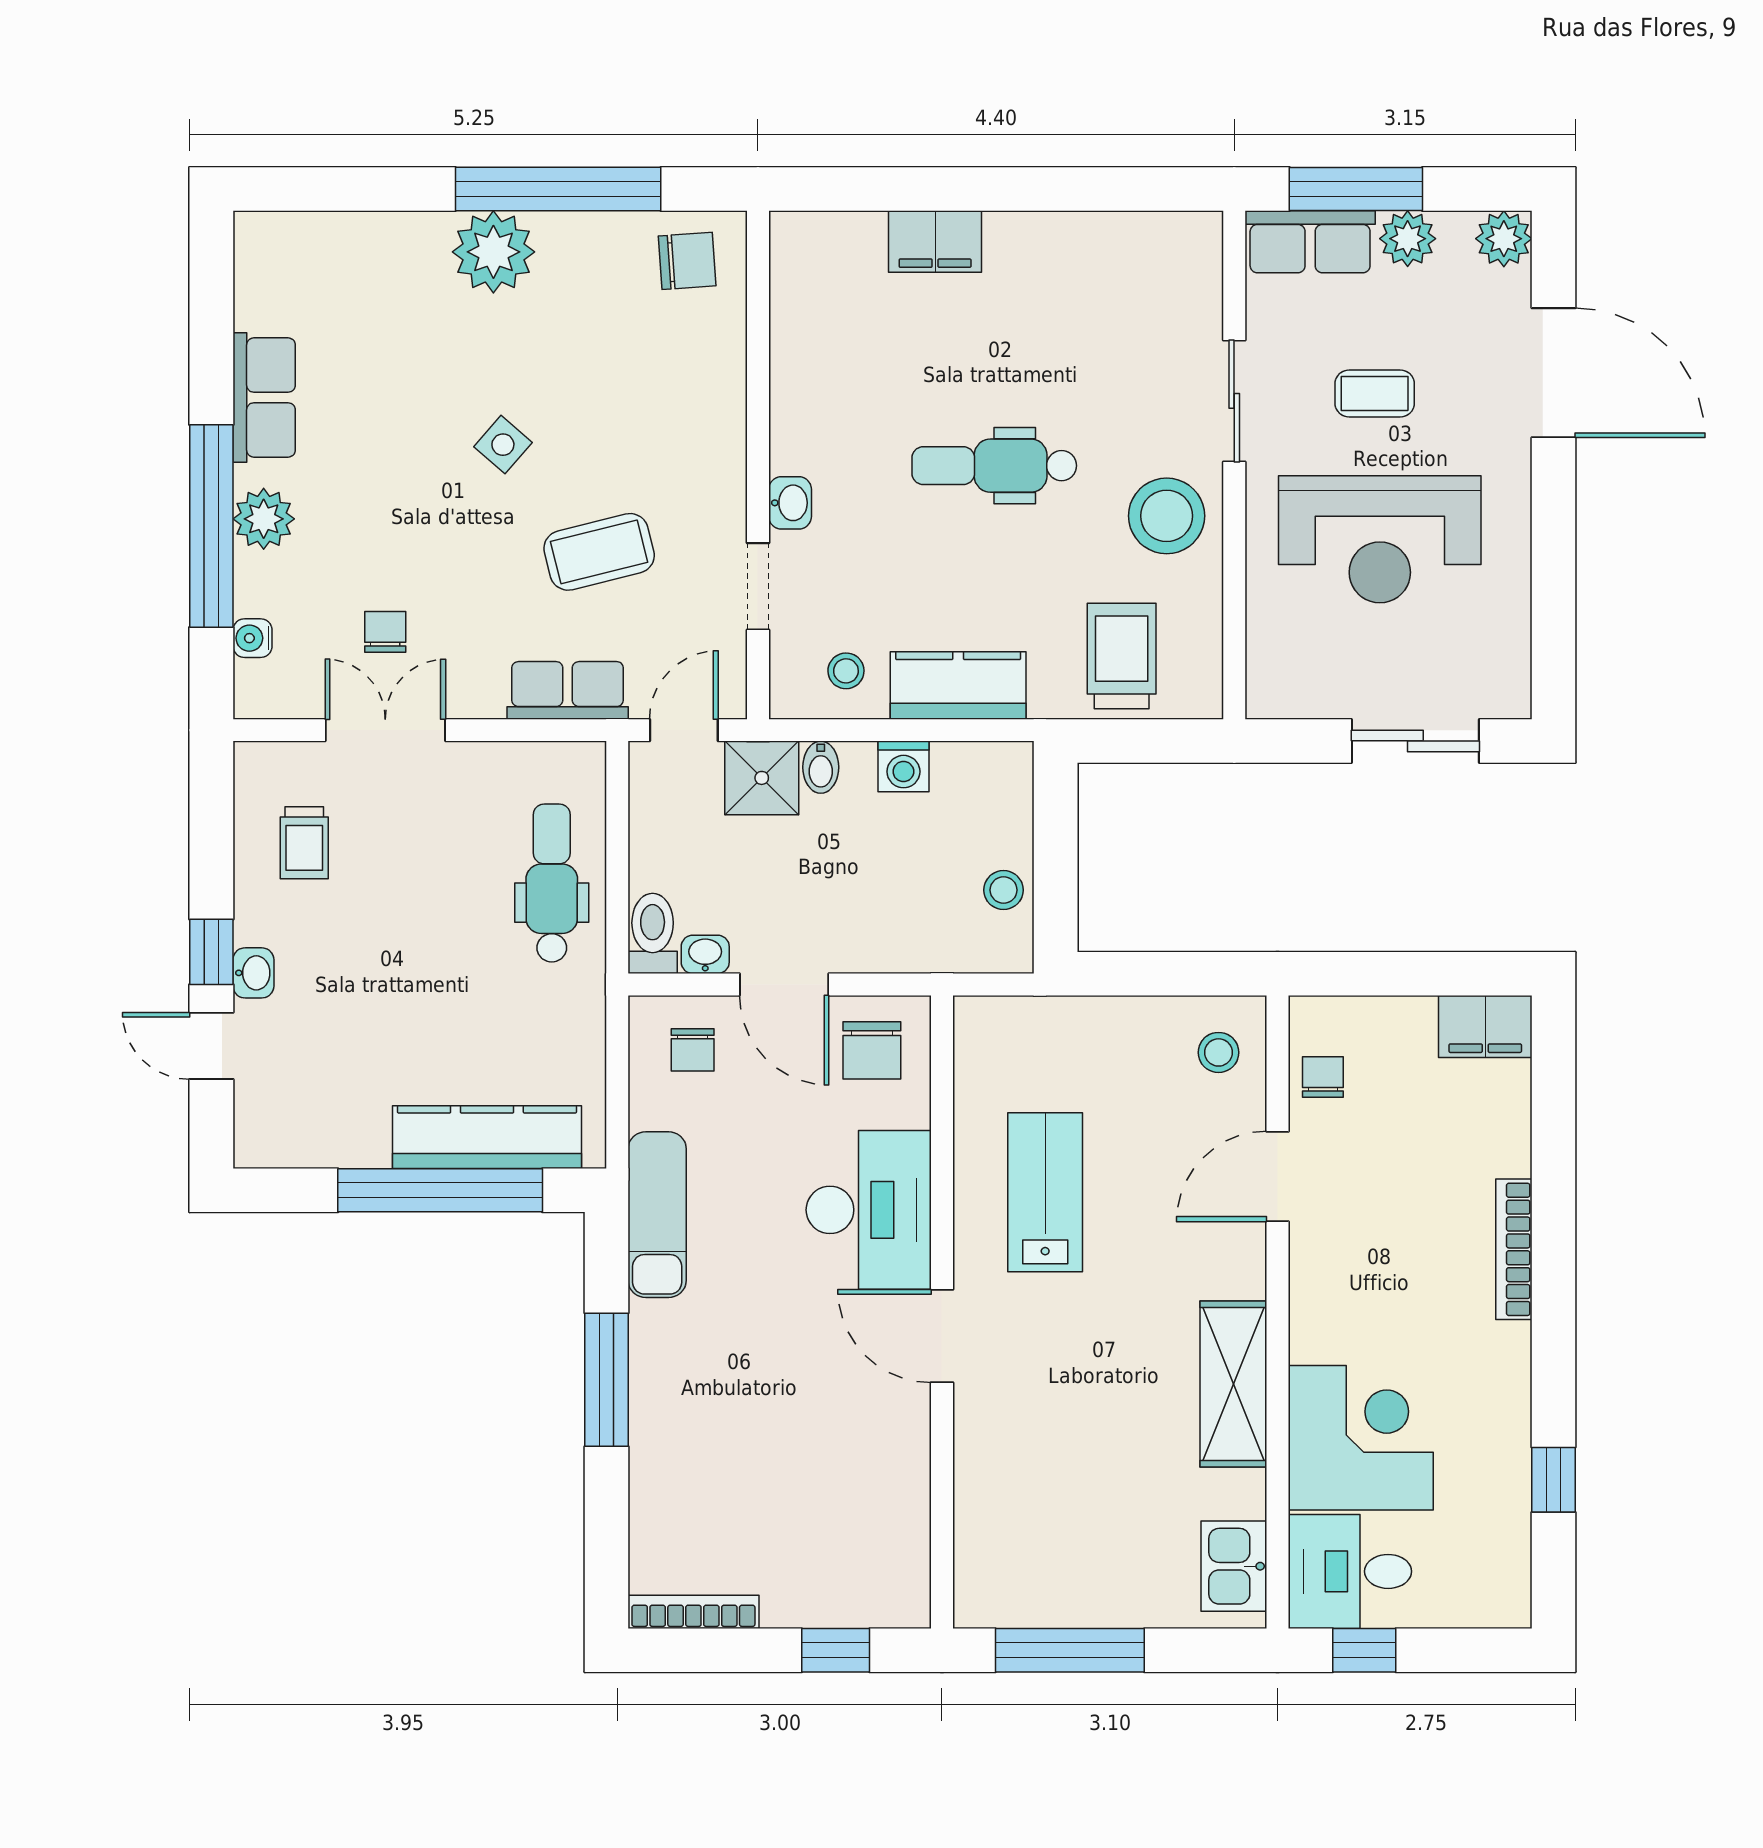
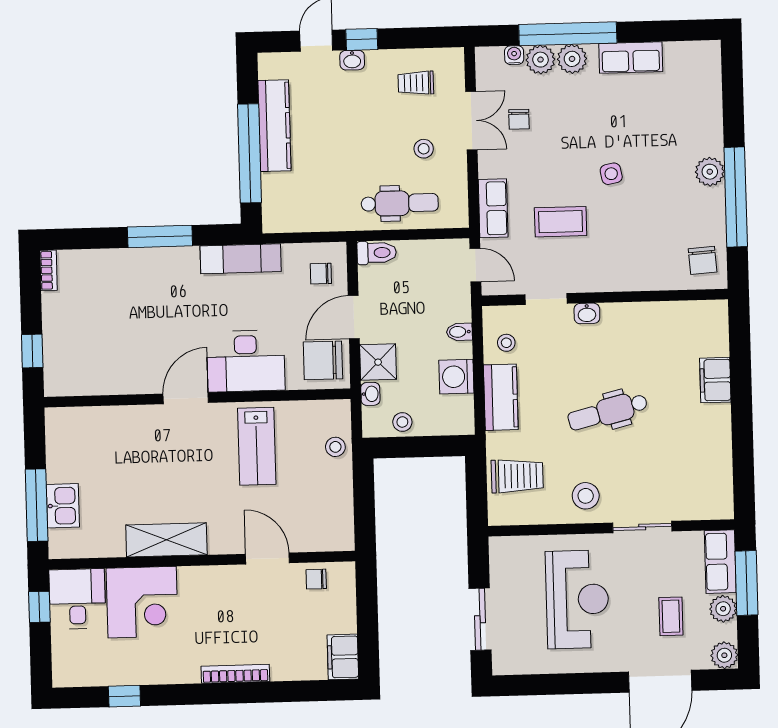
plant: (493, 252) -> (710, 172), width x0.73, depth x0.73
coffee table: (1375, 393) -> (671, 616), moved
side table: (503, 445) -> (611, 174), turned 38
dental chair: (994, 466) -> (608, 412), turned -104
stool: (1167, 516) -> (586, 496), width x0.73, depth x0.73
reception desk: (1380, 539) -> (577, 599), turned 180
coffee table: (599, 552) -> (561, 222), turned -76
plant: (263, 584) -> (540, 60), added
chair: (385, 632) -> (519, 119), turned 90
washing machine: (903, 766) -> (456, 377), width x1.38, depth x1.38
shower: (762, 778) -> (378, 362), moved
stool: (441, 830) -> (424, 149), added
washbasin: (705, 954) -> (370, 394), moved
chair: (872, 1050) -> (323, 360), width x1.37, depth x1.37
stool: (1219, 1052) -> (335, 447), moved
chair: (1323, 1077) -> (316, 579), turned 180
kitchen counter: (487, 1137) -> (274, 126), moved
lab bench: (1045, 1192) -> (257, 446), turned 90
kitchen sink: (1234, 1566) -> (63, 506), moved, turned 90
bookcase: (693, 1612) -> (49, 270), width x0.64
window: (1070, 1650) -> (37, 505), moved

